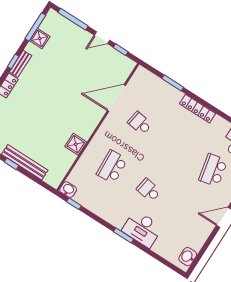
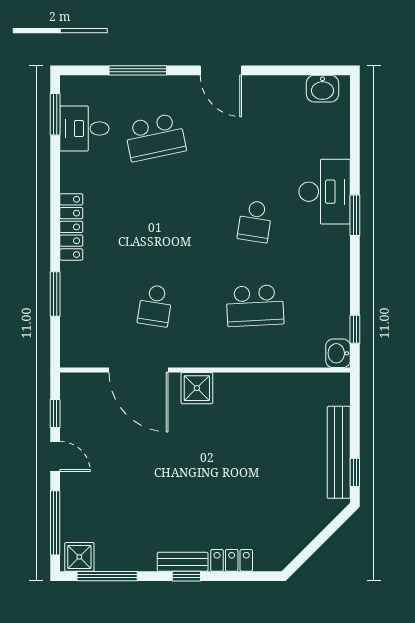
shower: (40, 39) -> (79, 557), moved
shower: (76, 144) -> (197, 388), moved

